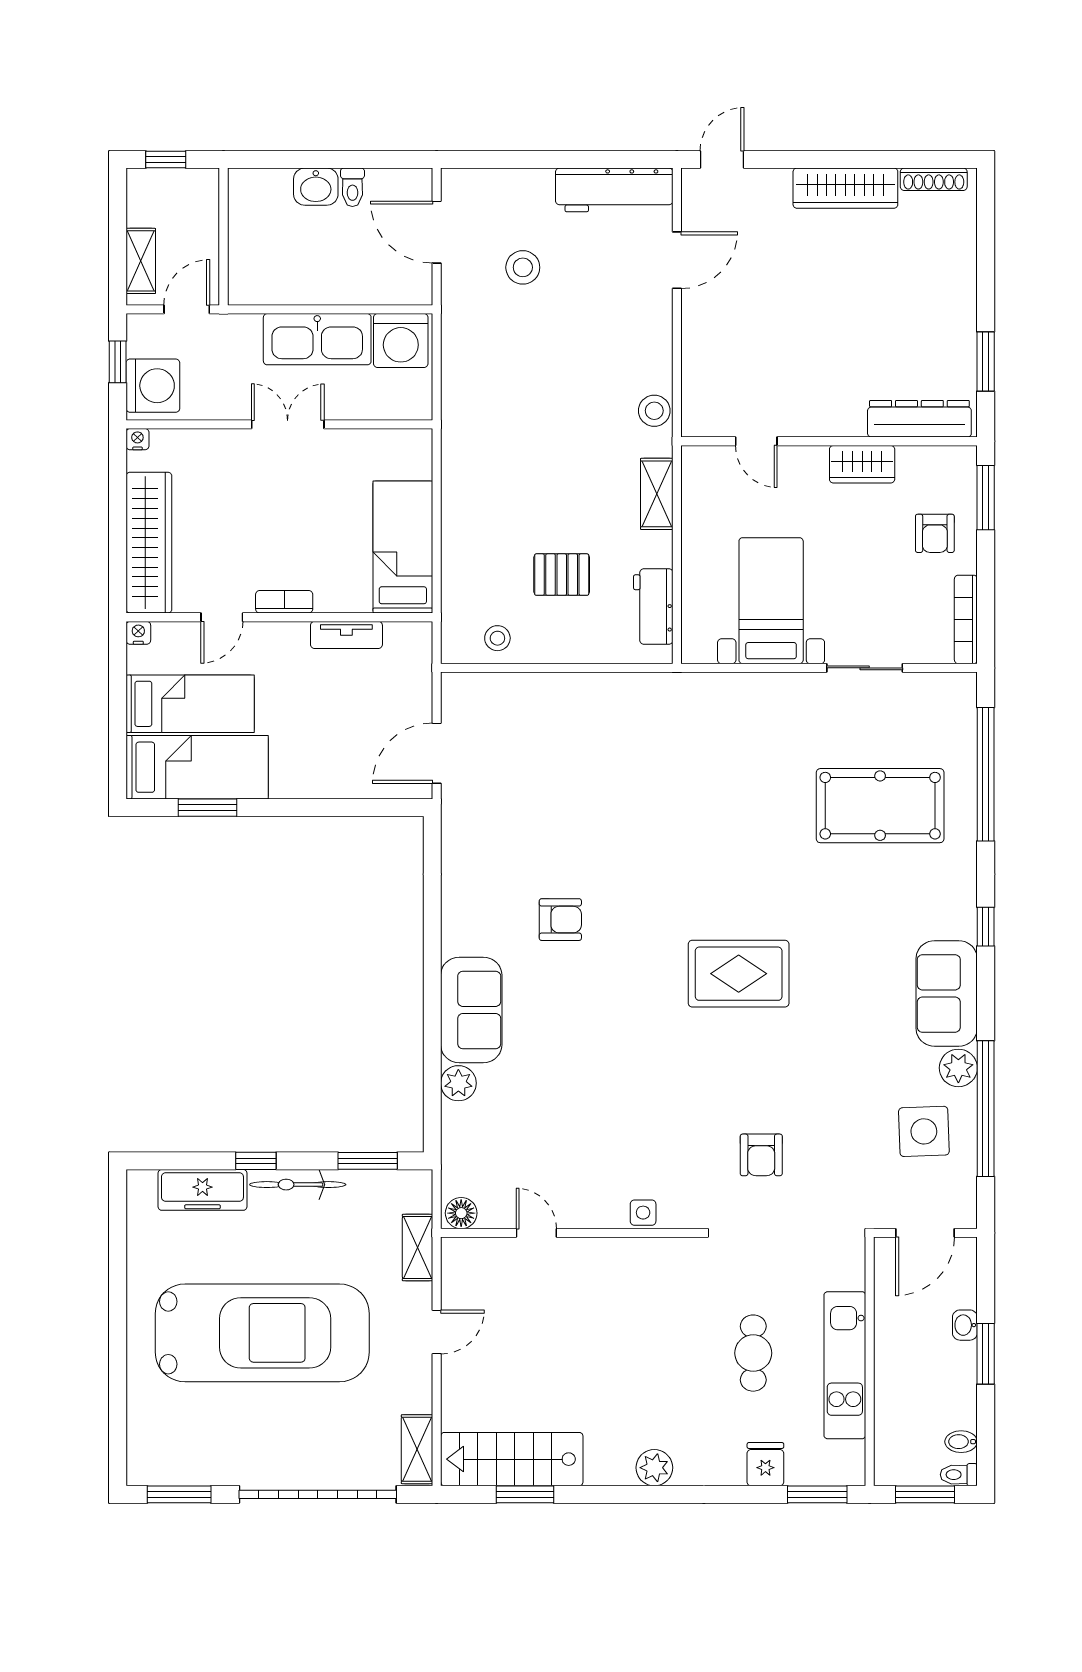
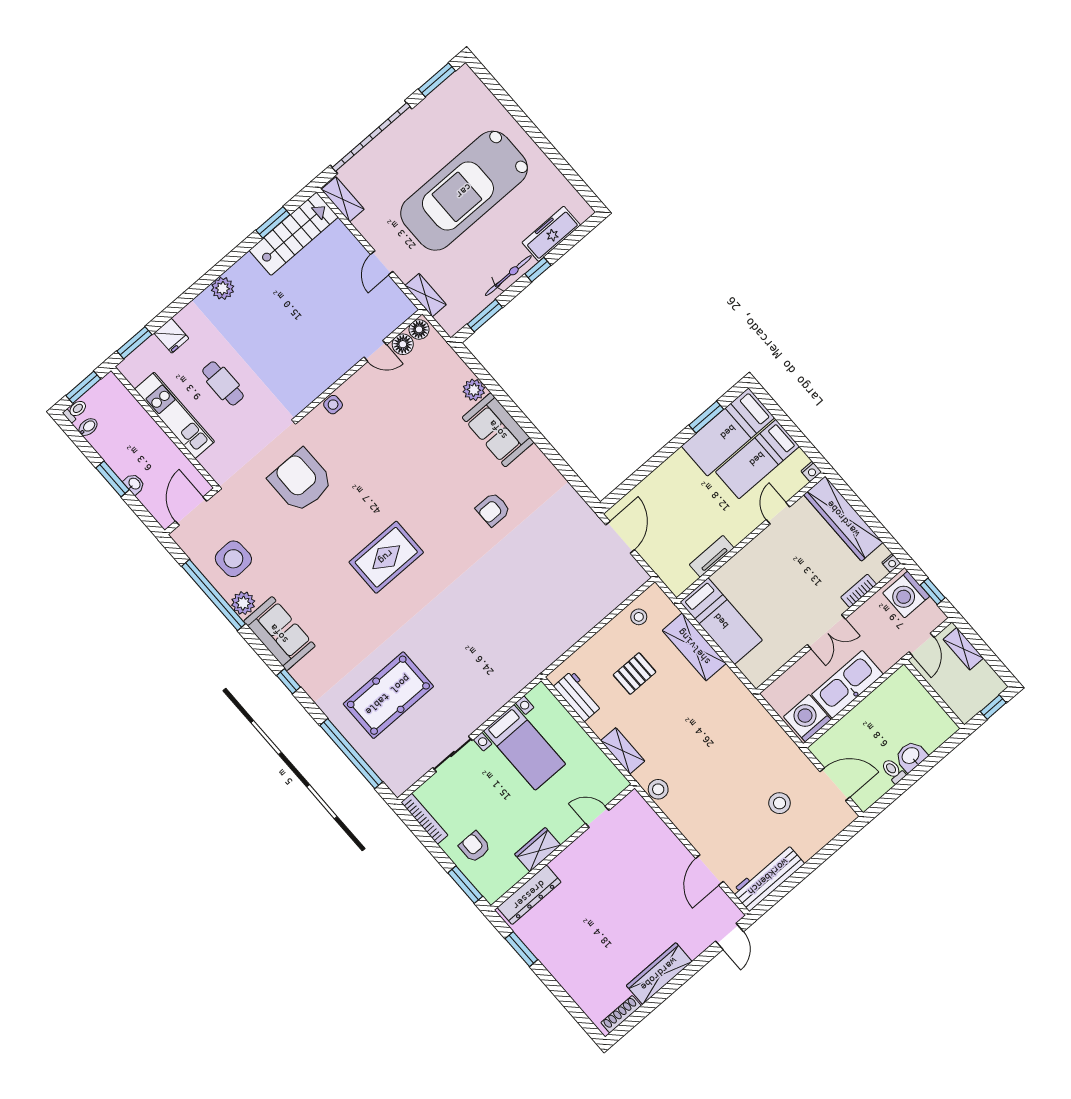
shelving: (462, 544) -> (694, 647), added
bookcase: (284, 602) -> (859, 591), moved, turned 180
armchair: (761, 1155) -> (301, 481), width x1.88, depth x1.88
floor lamp: (496, 1212) -> (403, 344), added

